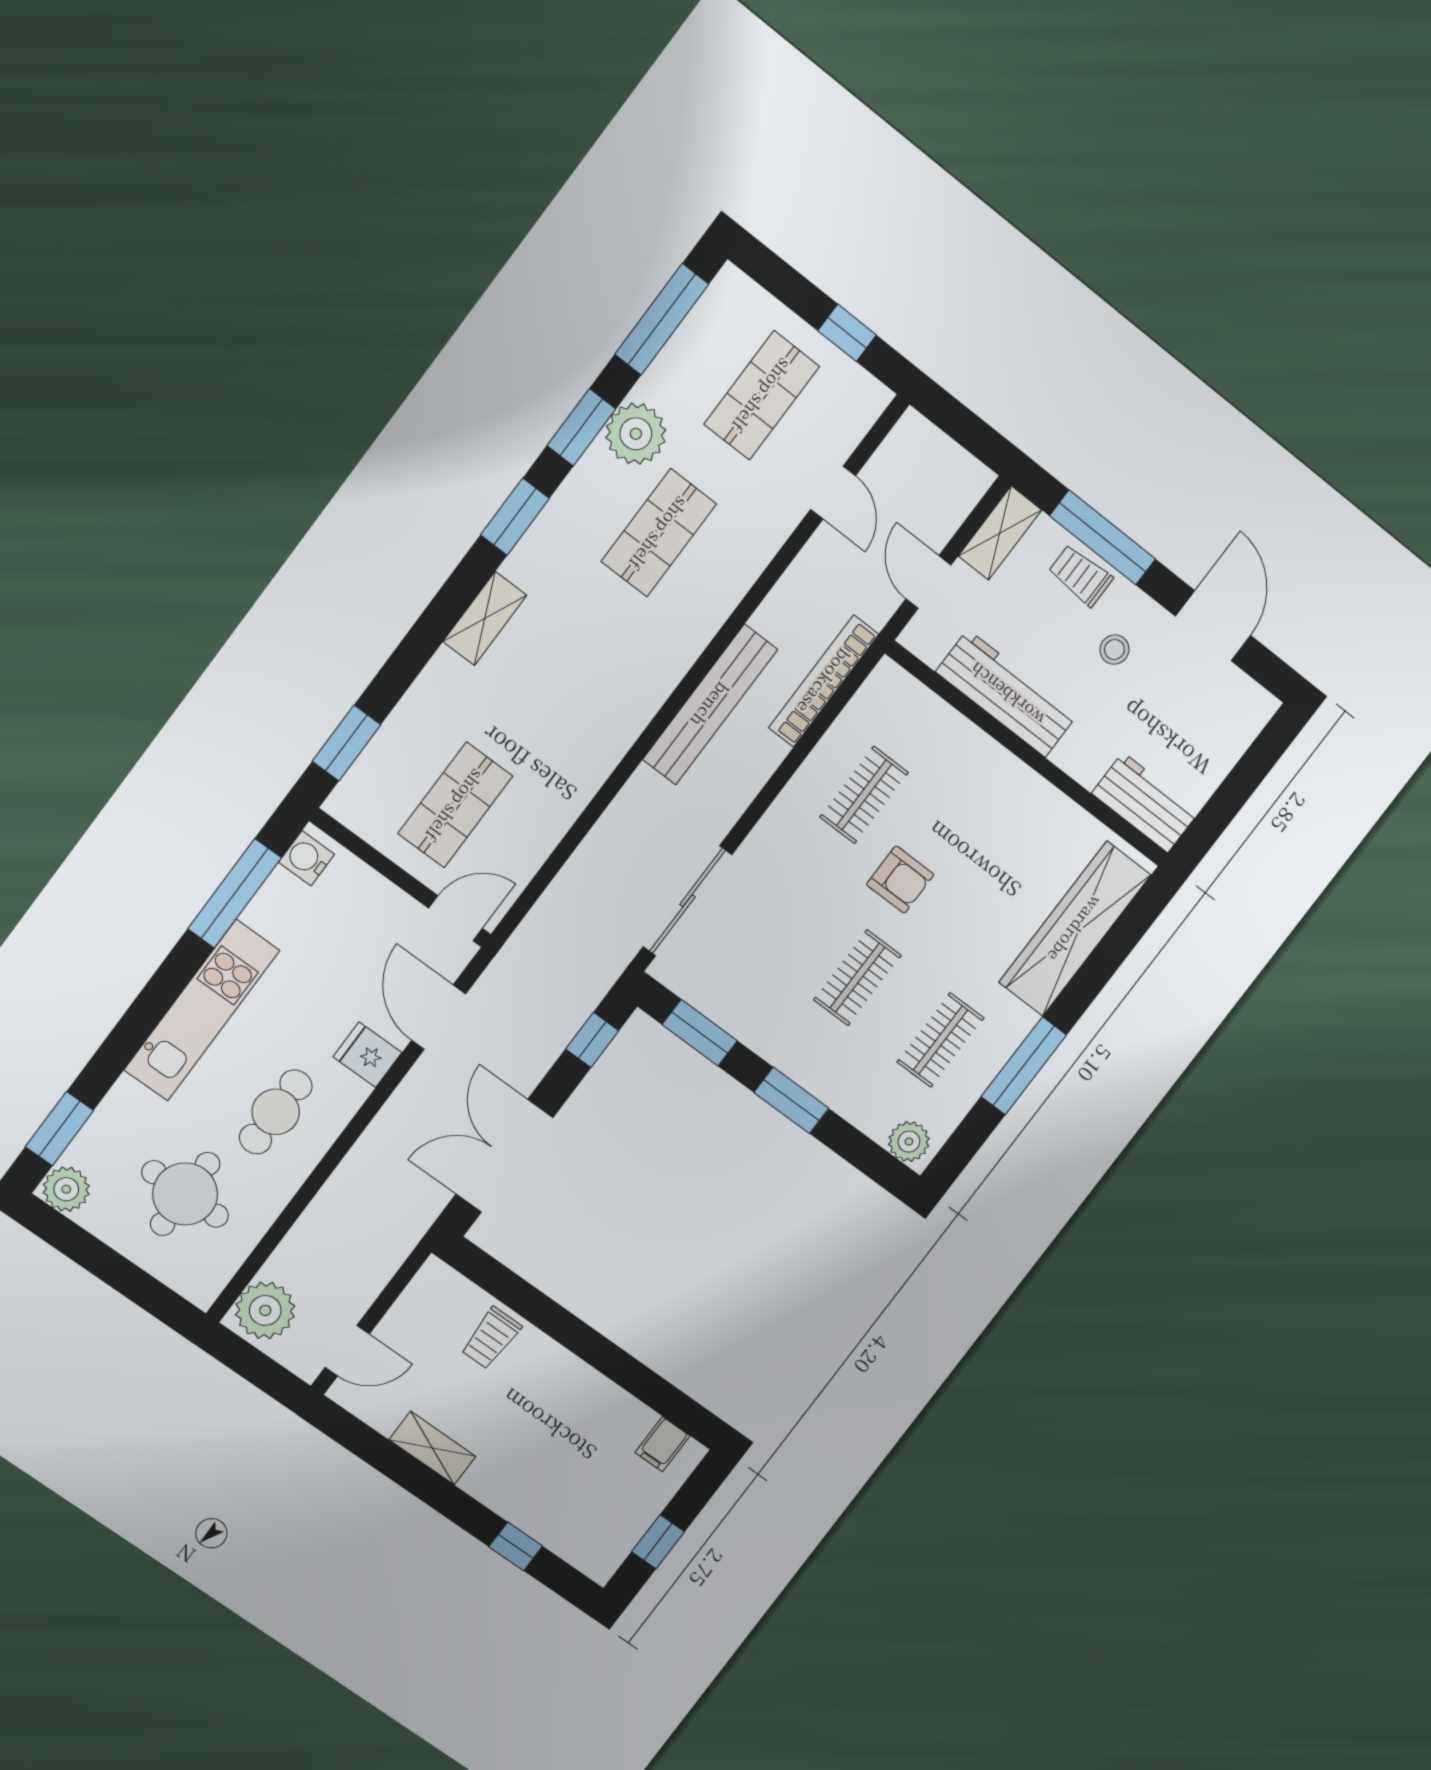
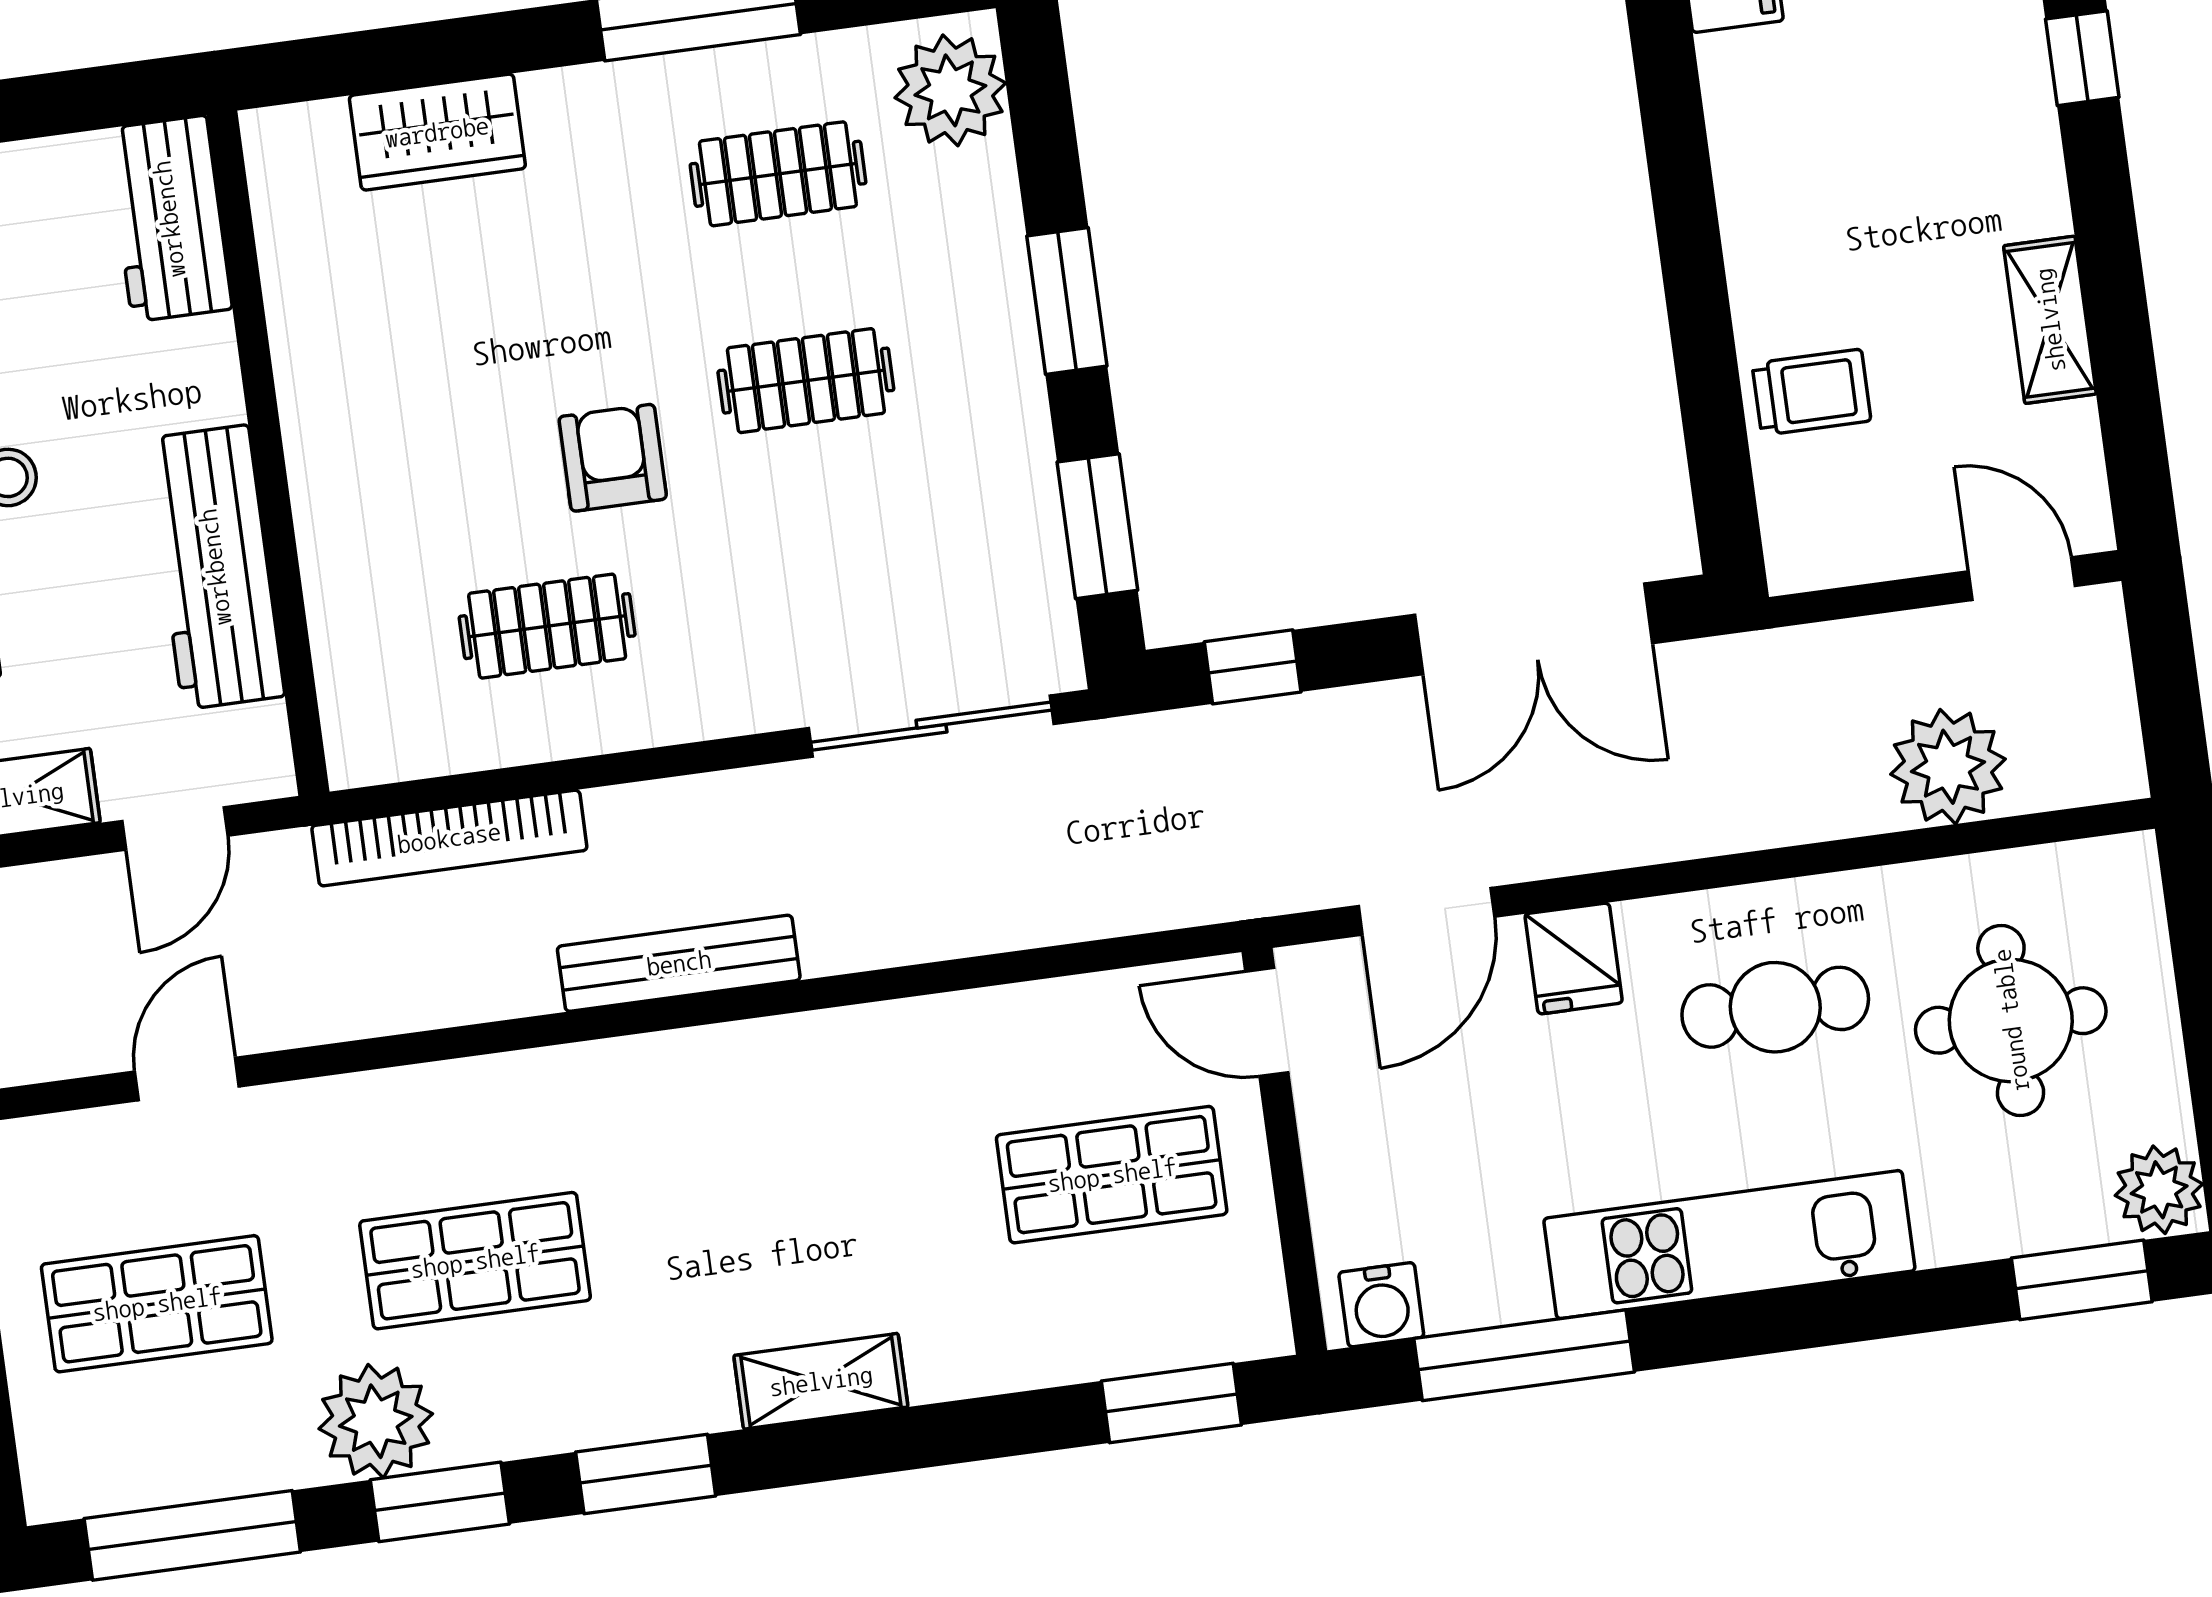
bench: (710, 705) -> (679, 963), width x0.73, depth x0.82
wardrobe: (1075, 929) -> (437, 132), width x0.48, depth x0.85
plant: (909, 1142) -> (950, 90), width x1.36, depth x1.36
plant: (265, 1310) -> (1948, 767), moved

